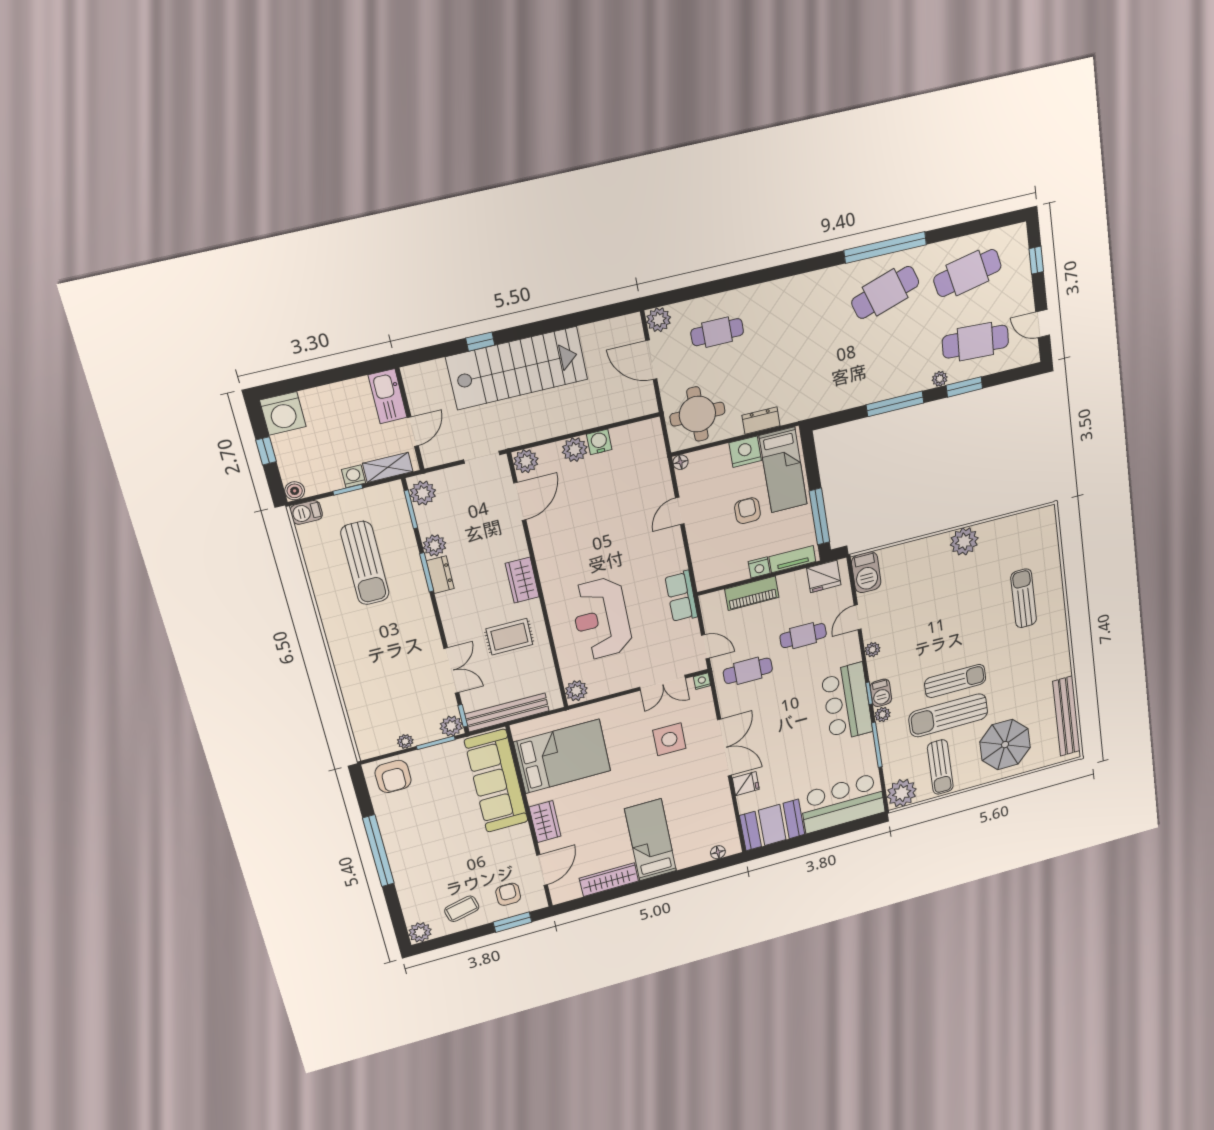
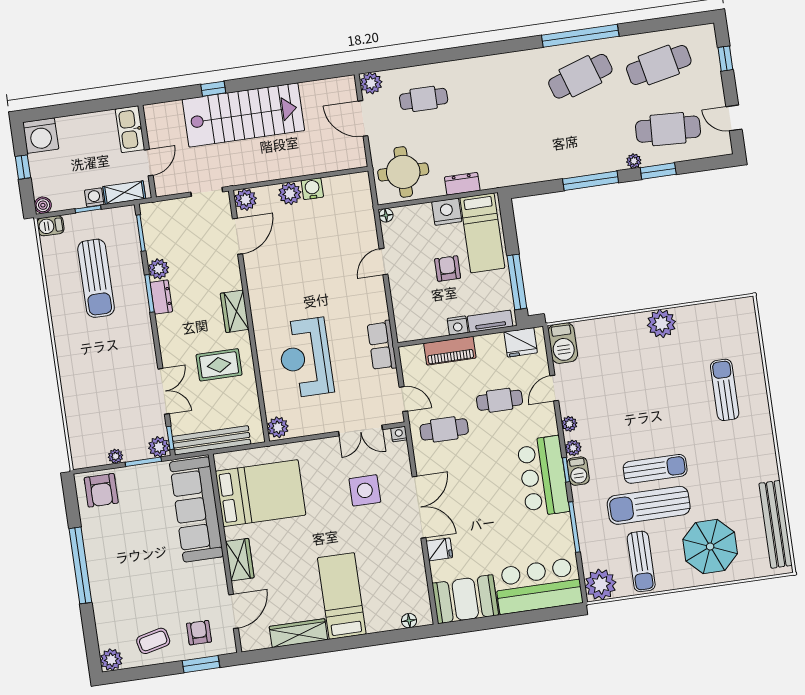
plant: (423, 493) -> (152, 219), removed
plant: (883, 715) -> (573, 448), moved

